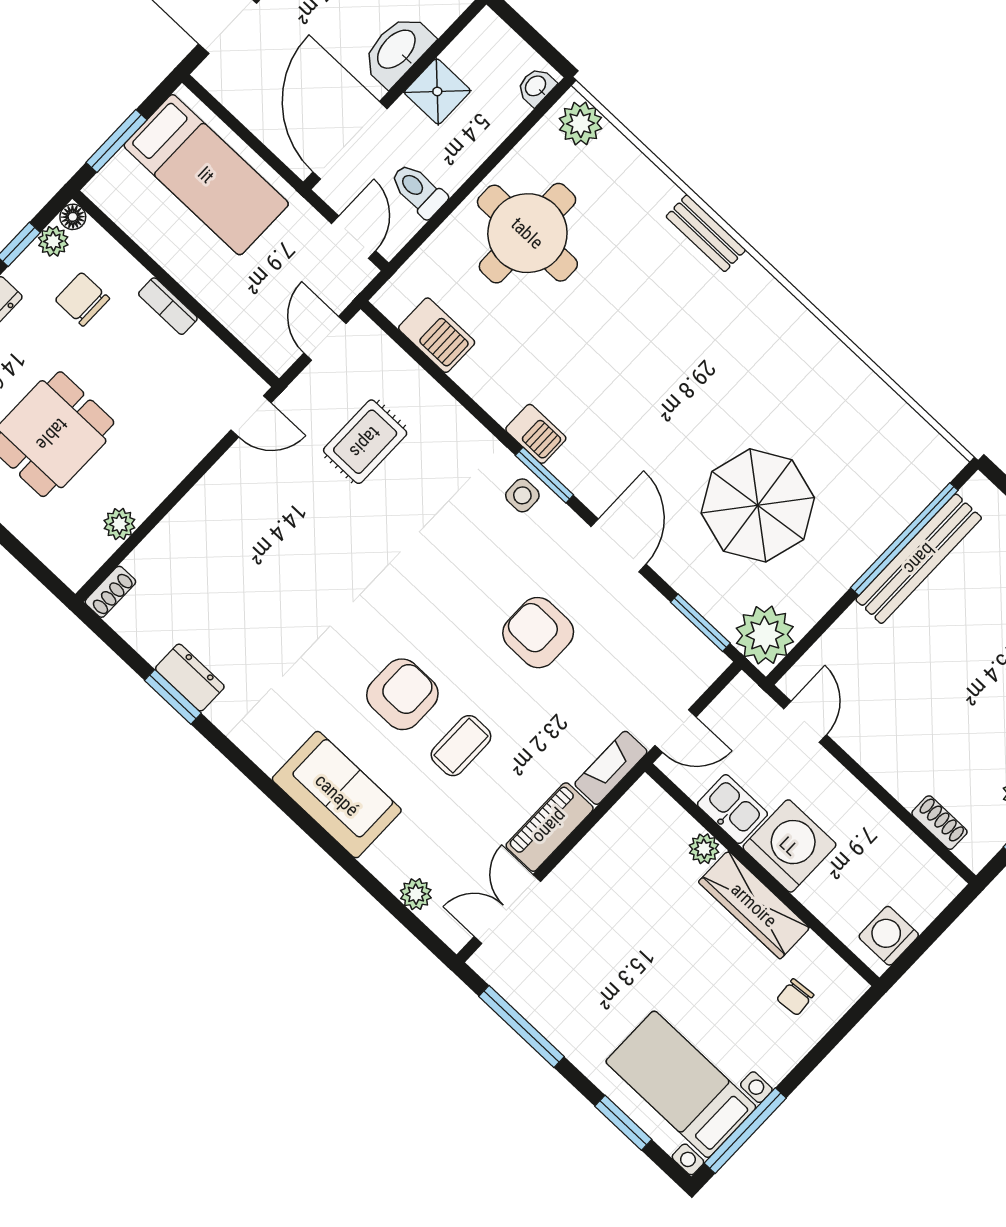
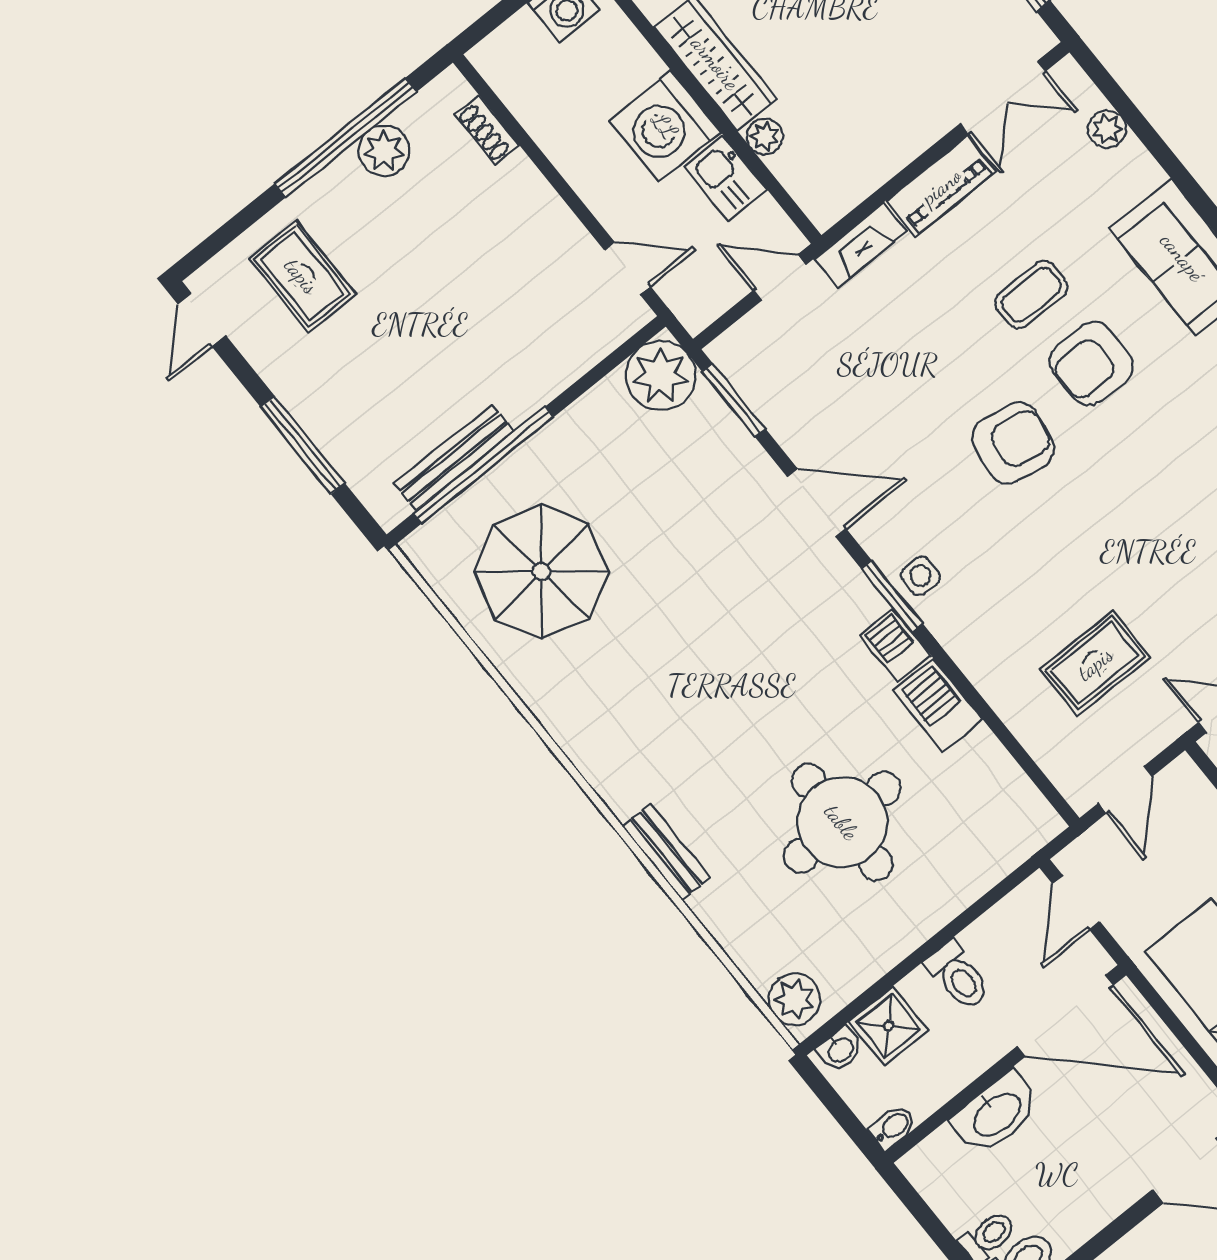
bidet: (483, 27) -> (893, 1127), added
shower: (437, 91) -> (888, 1026), moved
door: (350, 140) -> (1065, 1016), hinge flipped
toilet: (418, 190) -> (958, 976), moved
round table: (527, 233) -> (842, 822), moved
barbecue: (437, 335) -> (938, 705), moved
parasol: (758, 505) -> (541, 572), moved
door: (619, 545) -> (817, 503), swing flipped
bench: (919, 559) -> (454, 457), width x0.73, depth x0.82
armchair: (538, 633) -> (1013, 443), moved, turned -81
door: (805, 722) -> (627, 268), swing flipped

